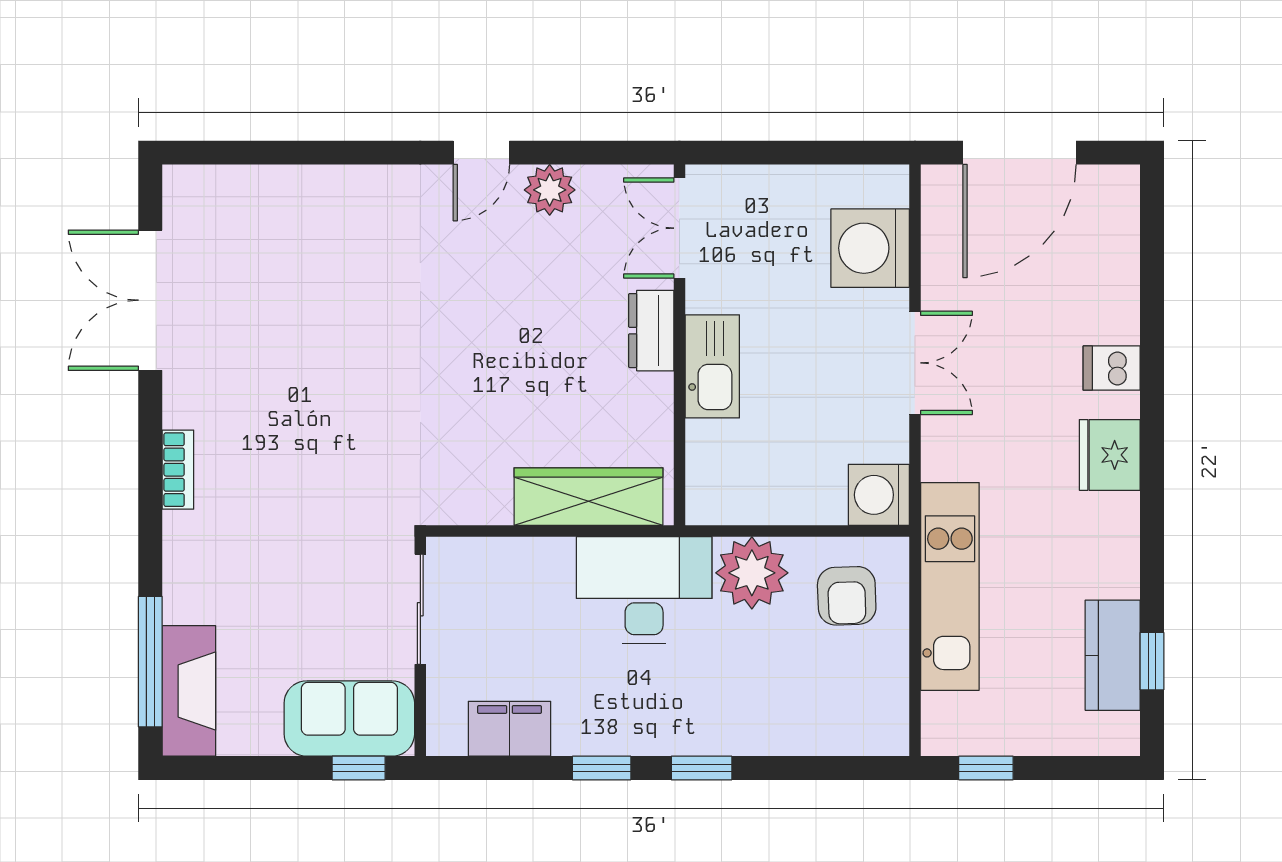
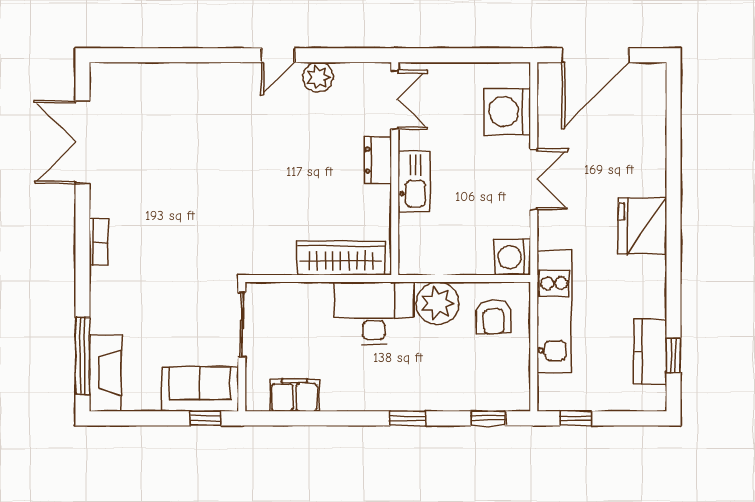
double door: (679, 228) -> (395, 100), swing flipped
dishwasher: (1112, 368) -> (650, 182), removed
fridge: (1110, 455) -> (642, 226), width x1.36, depth x1.34
window: (602, 768) -> (488, 418), moved

